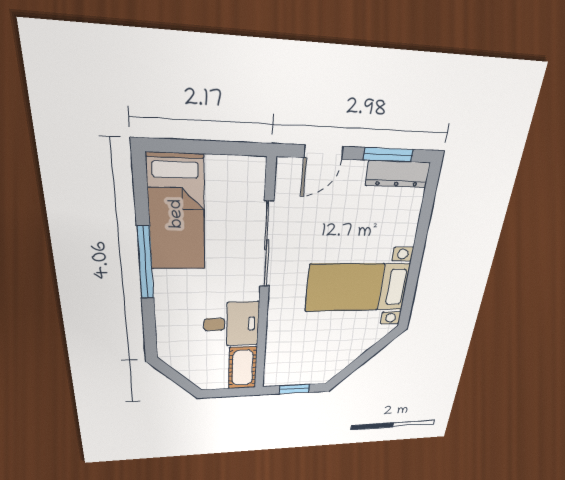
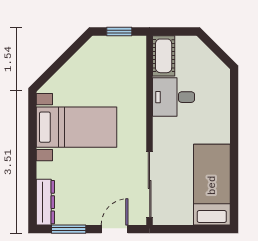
dresser: (398, 174) -> (45, 202), moved, turned 90
sliding door: (267, 245) -> (150, 184), moved
window: (145, 263) -> (234, 149), removed

